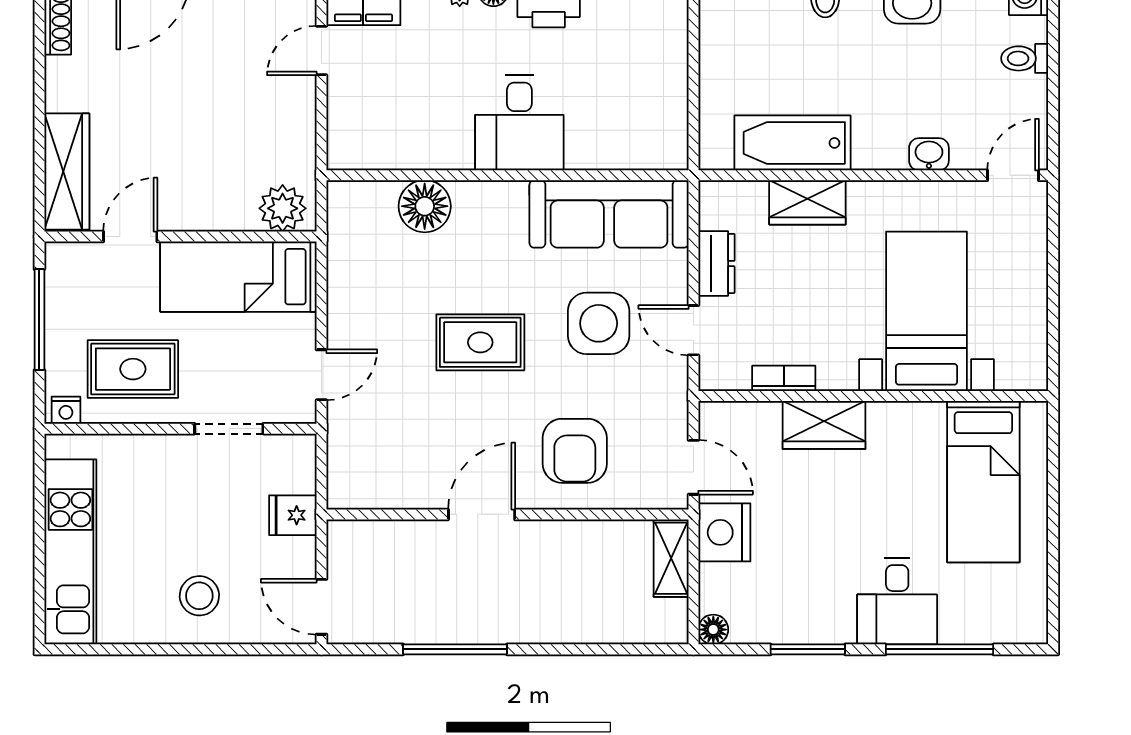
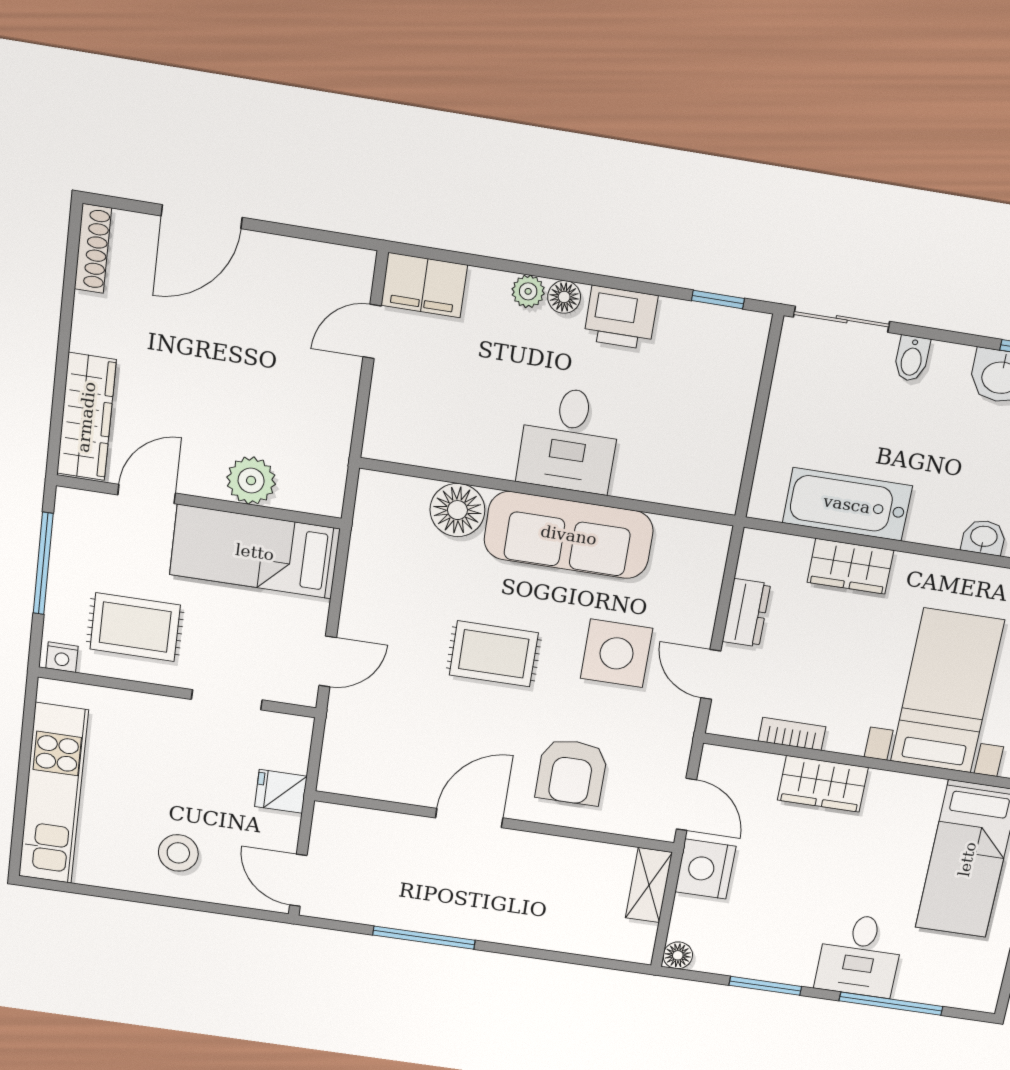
plant: (283, 208) -> (251, 481), moved
sofa: (609, 214) -> (569, 535), moved

